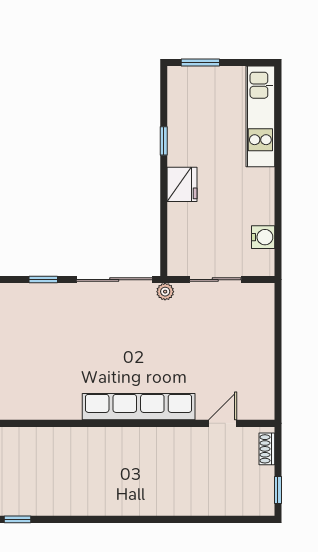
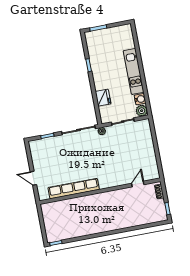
kitchen unit: (260, 116) -> (134, 71), moved
fridge: (182, 184) -> (103, 98), moved
plant: (262, 263) -> (142, 111), added
row of seats: (139, 407) -> (74, 189), moved

